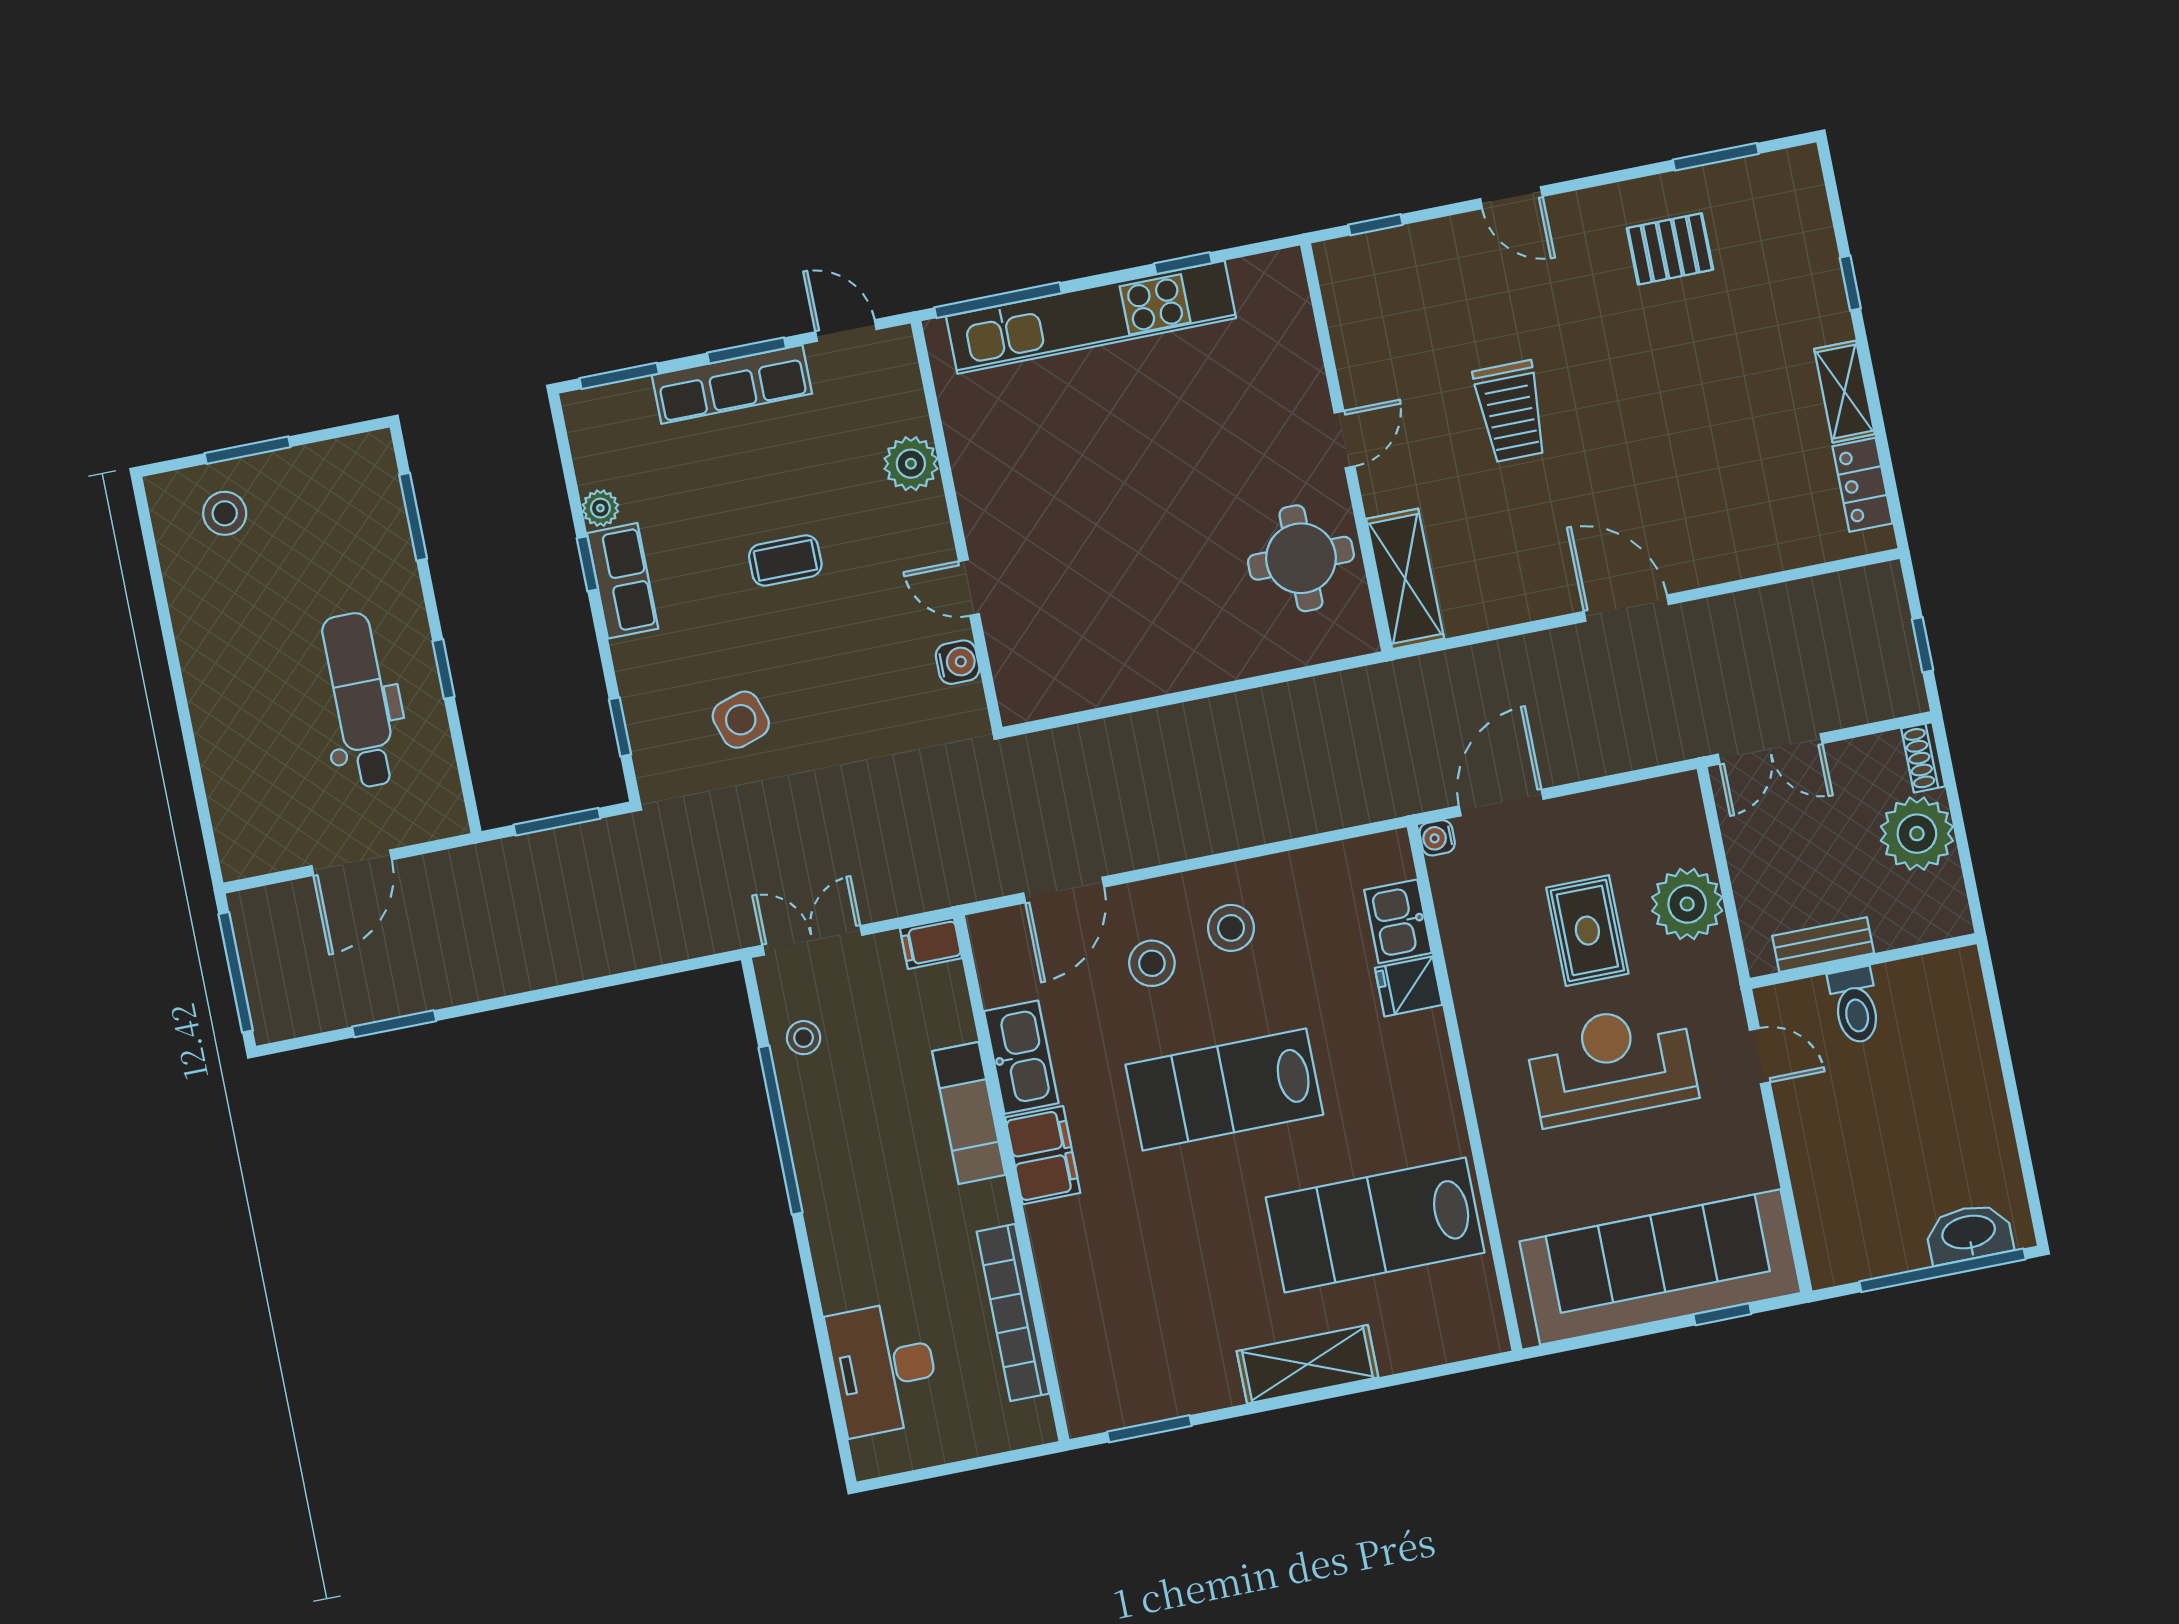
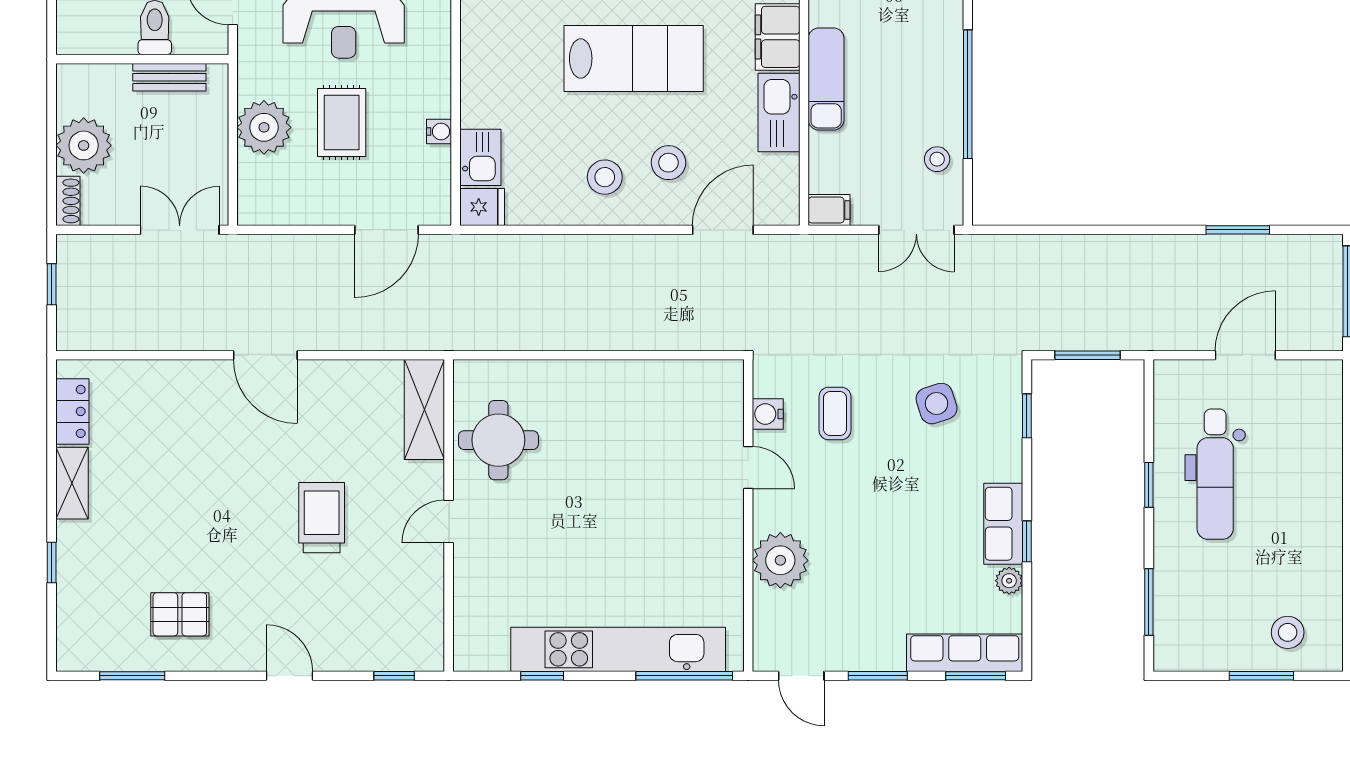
row of seats: (732, 384) -> (965, 653), moved
plant: (911, 464) -> (780, 560), width x1.36, depth x1.36
coffee table: (785, 560) -> (835, 413), moved, turned 90
water cooler: (1437, 838) -> (439, 132), moved
fridge: (1409, 986) -> (482, 207), moved

